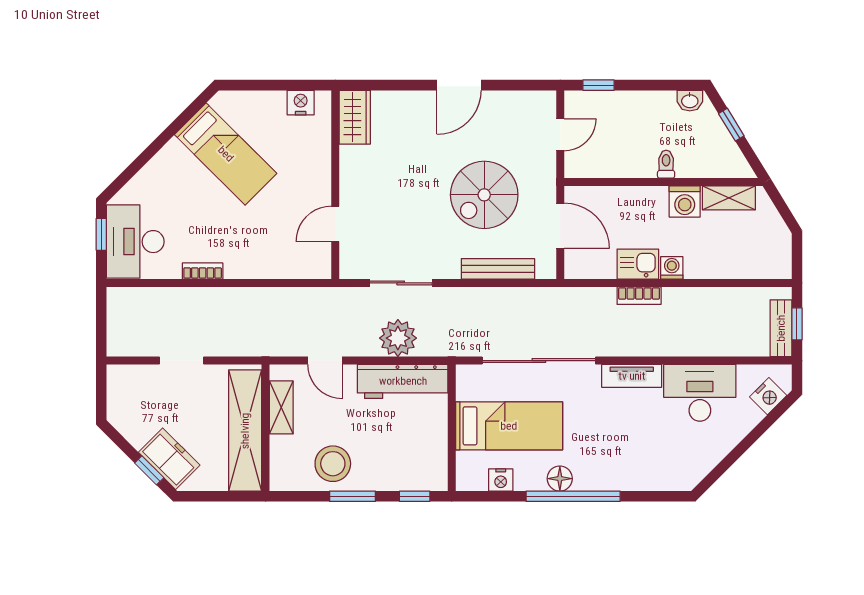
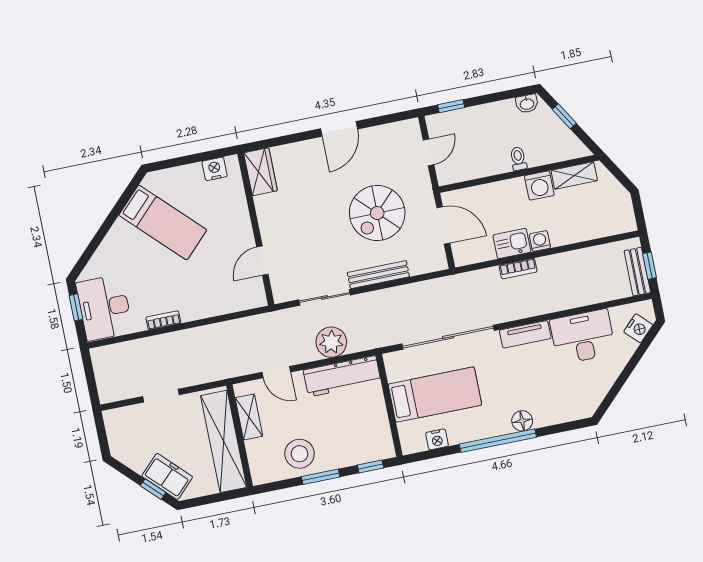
bench: (498, 269) -> (378, 275), moved
floor lamp: (560, 479) -> (522, 421), moved

